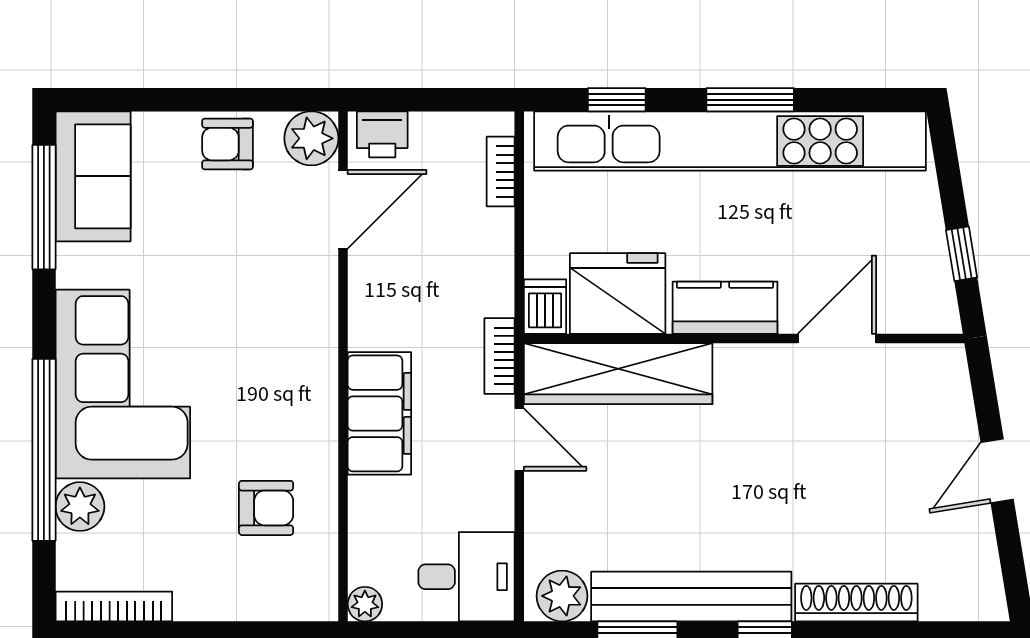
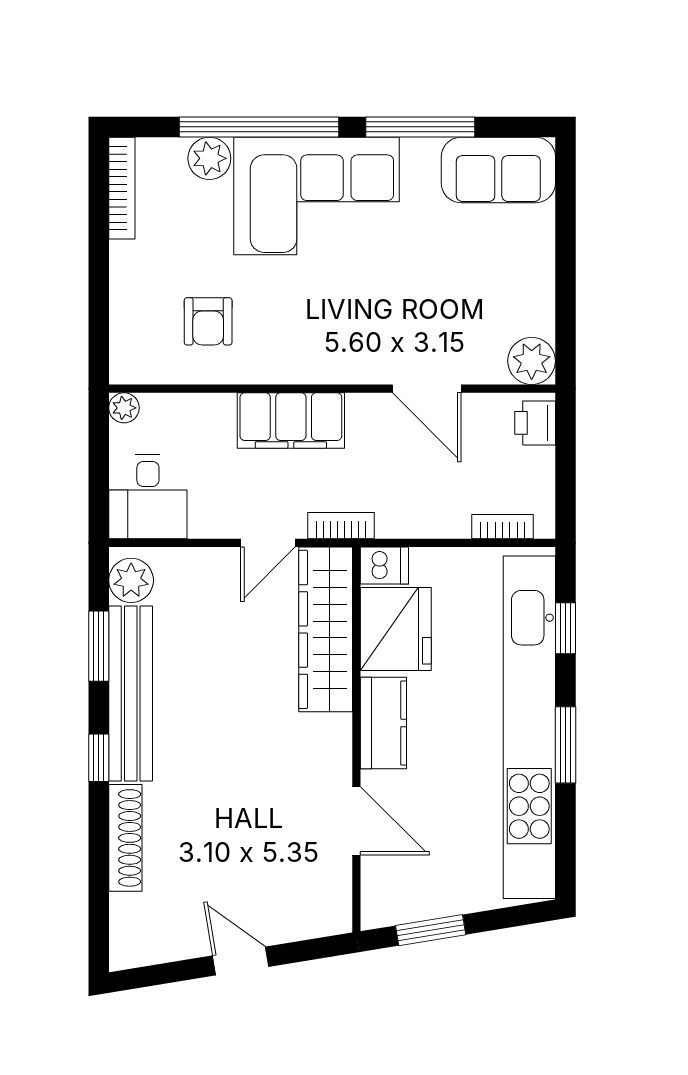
armchair: (228, 144) -> (527, 288), removed
window: (44, 207) -> (420, 127), moved
door: (343, 209) -> (427, 389), moved
window: (962, 254) -> (431, 930), width x1.50

